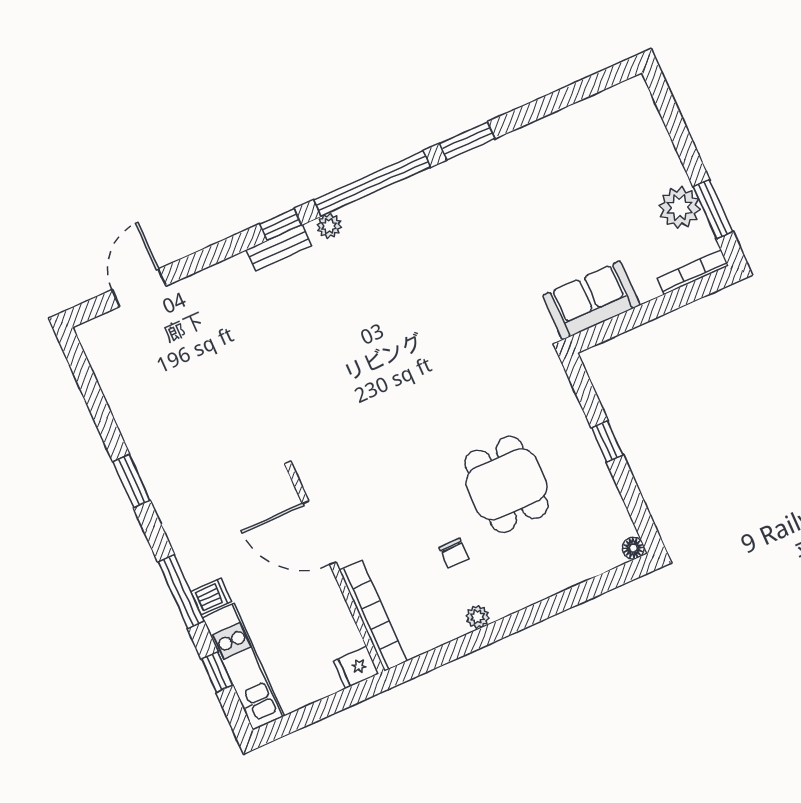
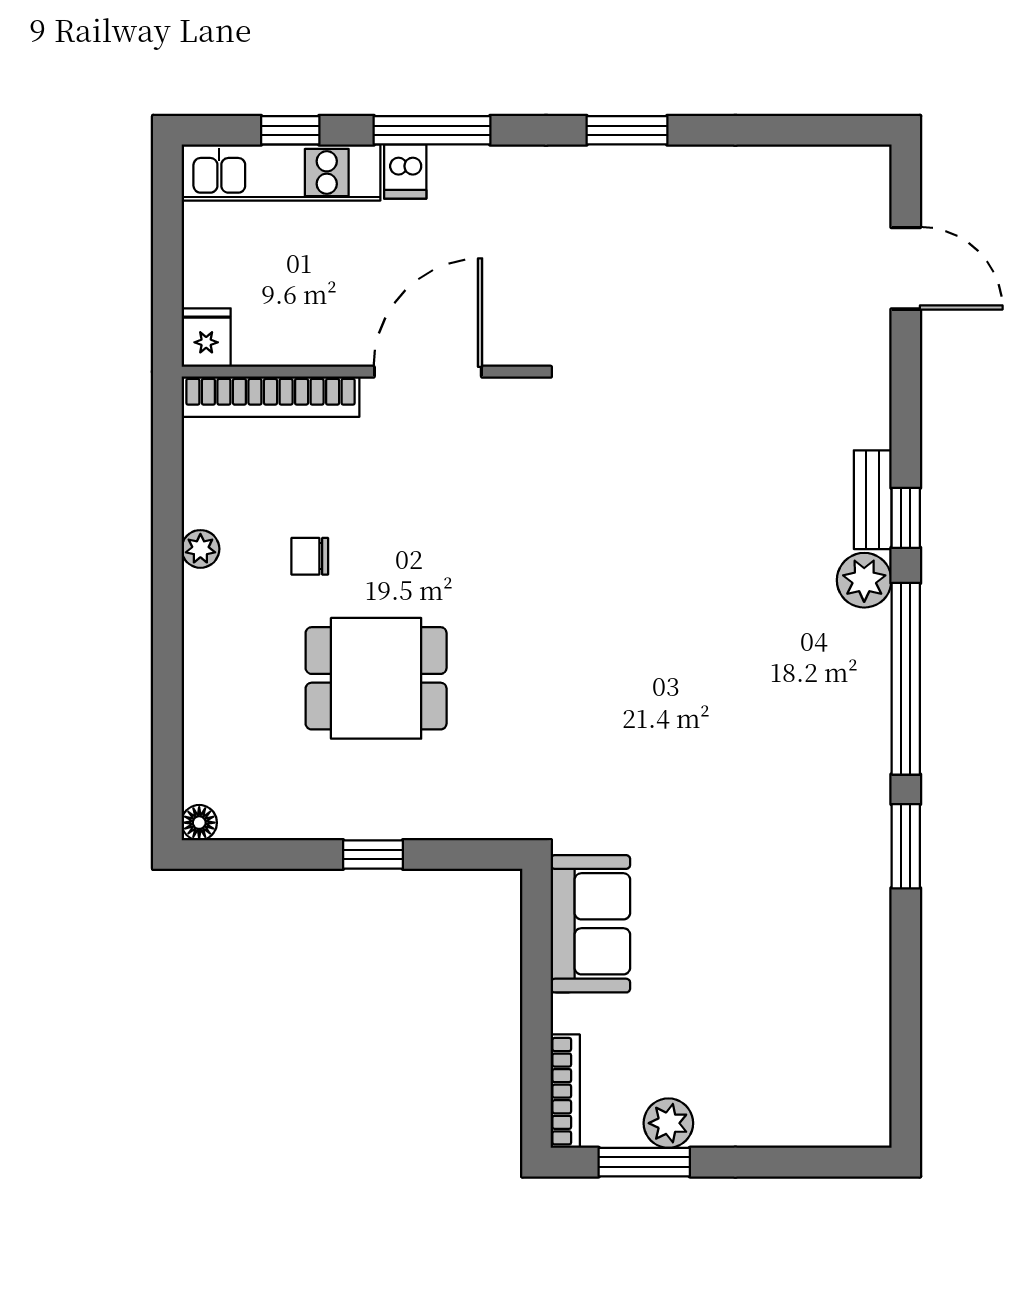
plant: (680, 208) -> (668, 1123), width x0.73, depth x0.73
plant: (329, 226) -> (864, 580), width x1.38, depth x1.38

